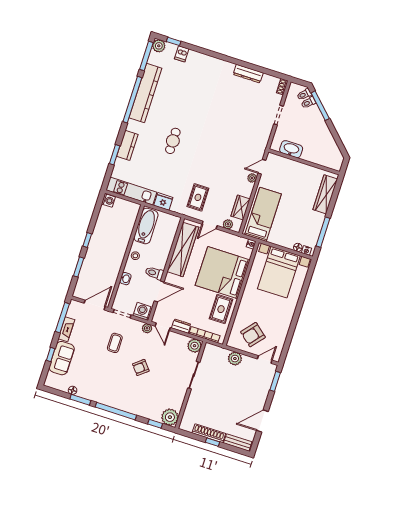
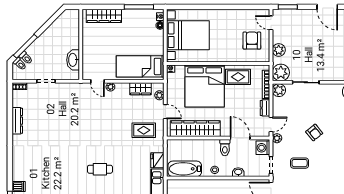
armchair: (253, 335) -> (252, 41), turned -130
plant: (212, 353) -> (281, 73), added

